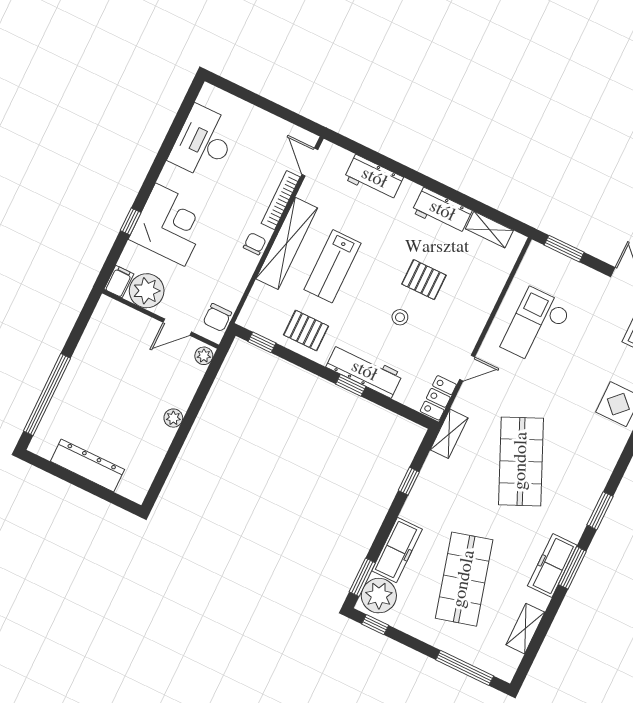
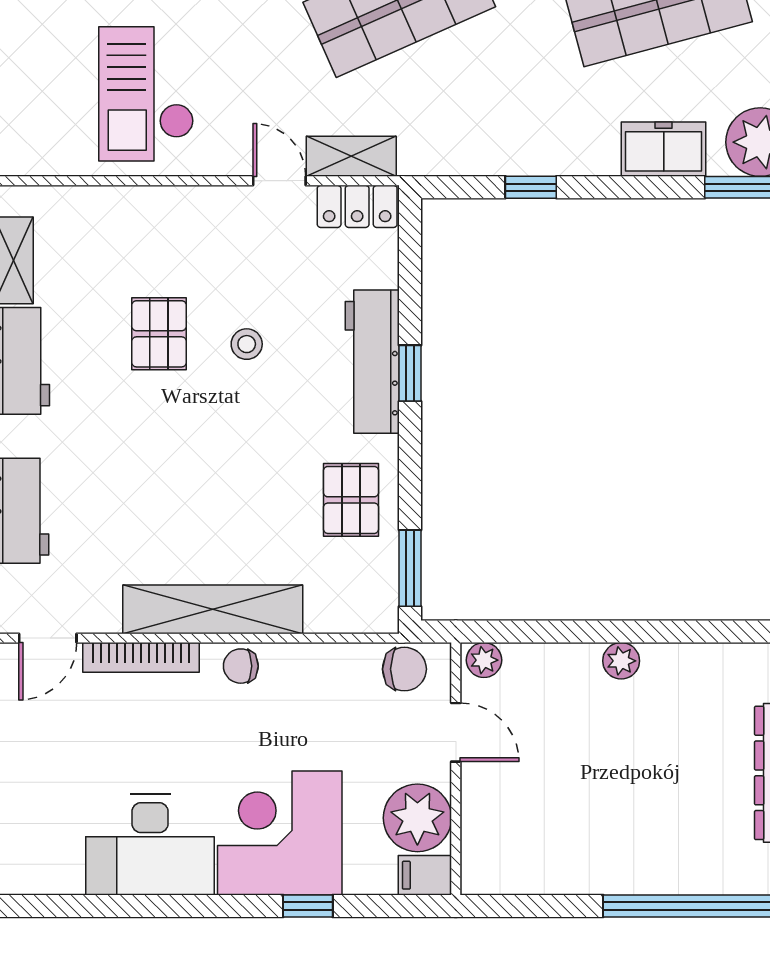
desk: (203, 142) -> (150, 845), moved
lab bench: (333, 266) -> (214, 508), removed
checkout: (536, 327) -> (146, 94), turned 90
window: (262, 342) -> (410, 568), width x1.50
shelving: (449, 434) -> (351, 156), moved
freezer: (397, 550) -> (664, 149), width x0.71

